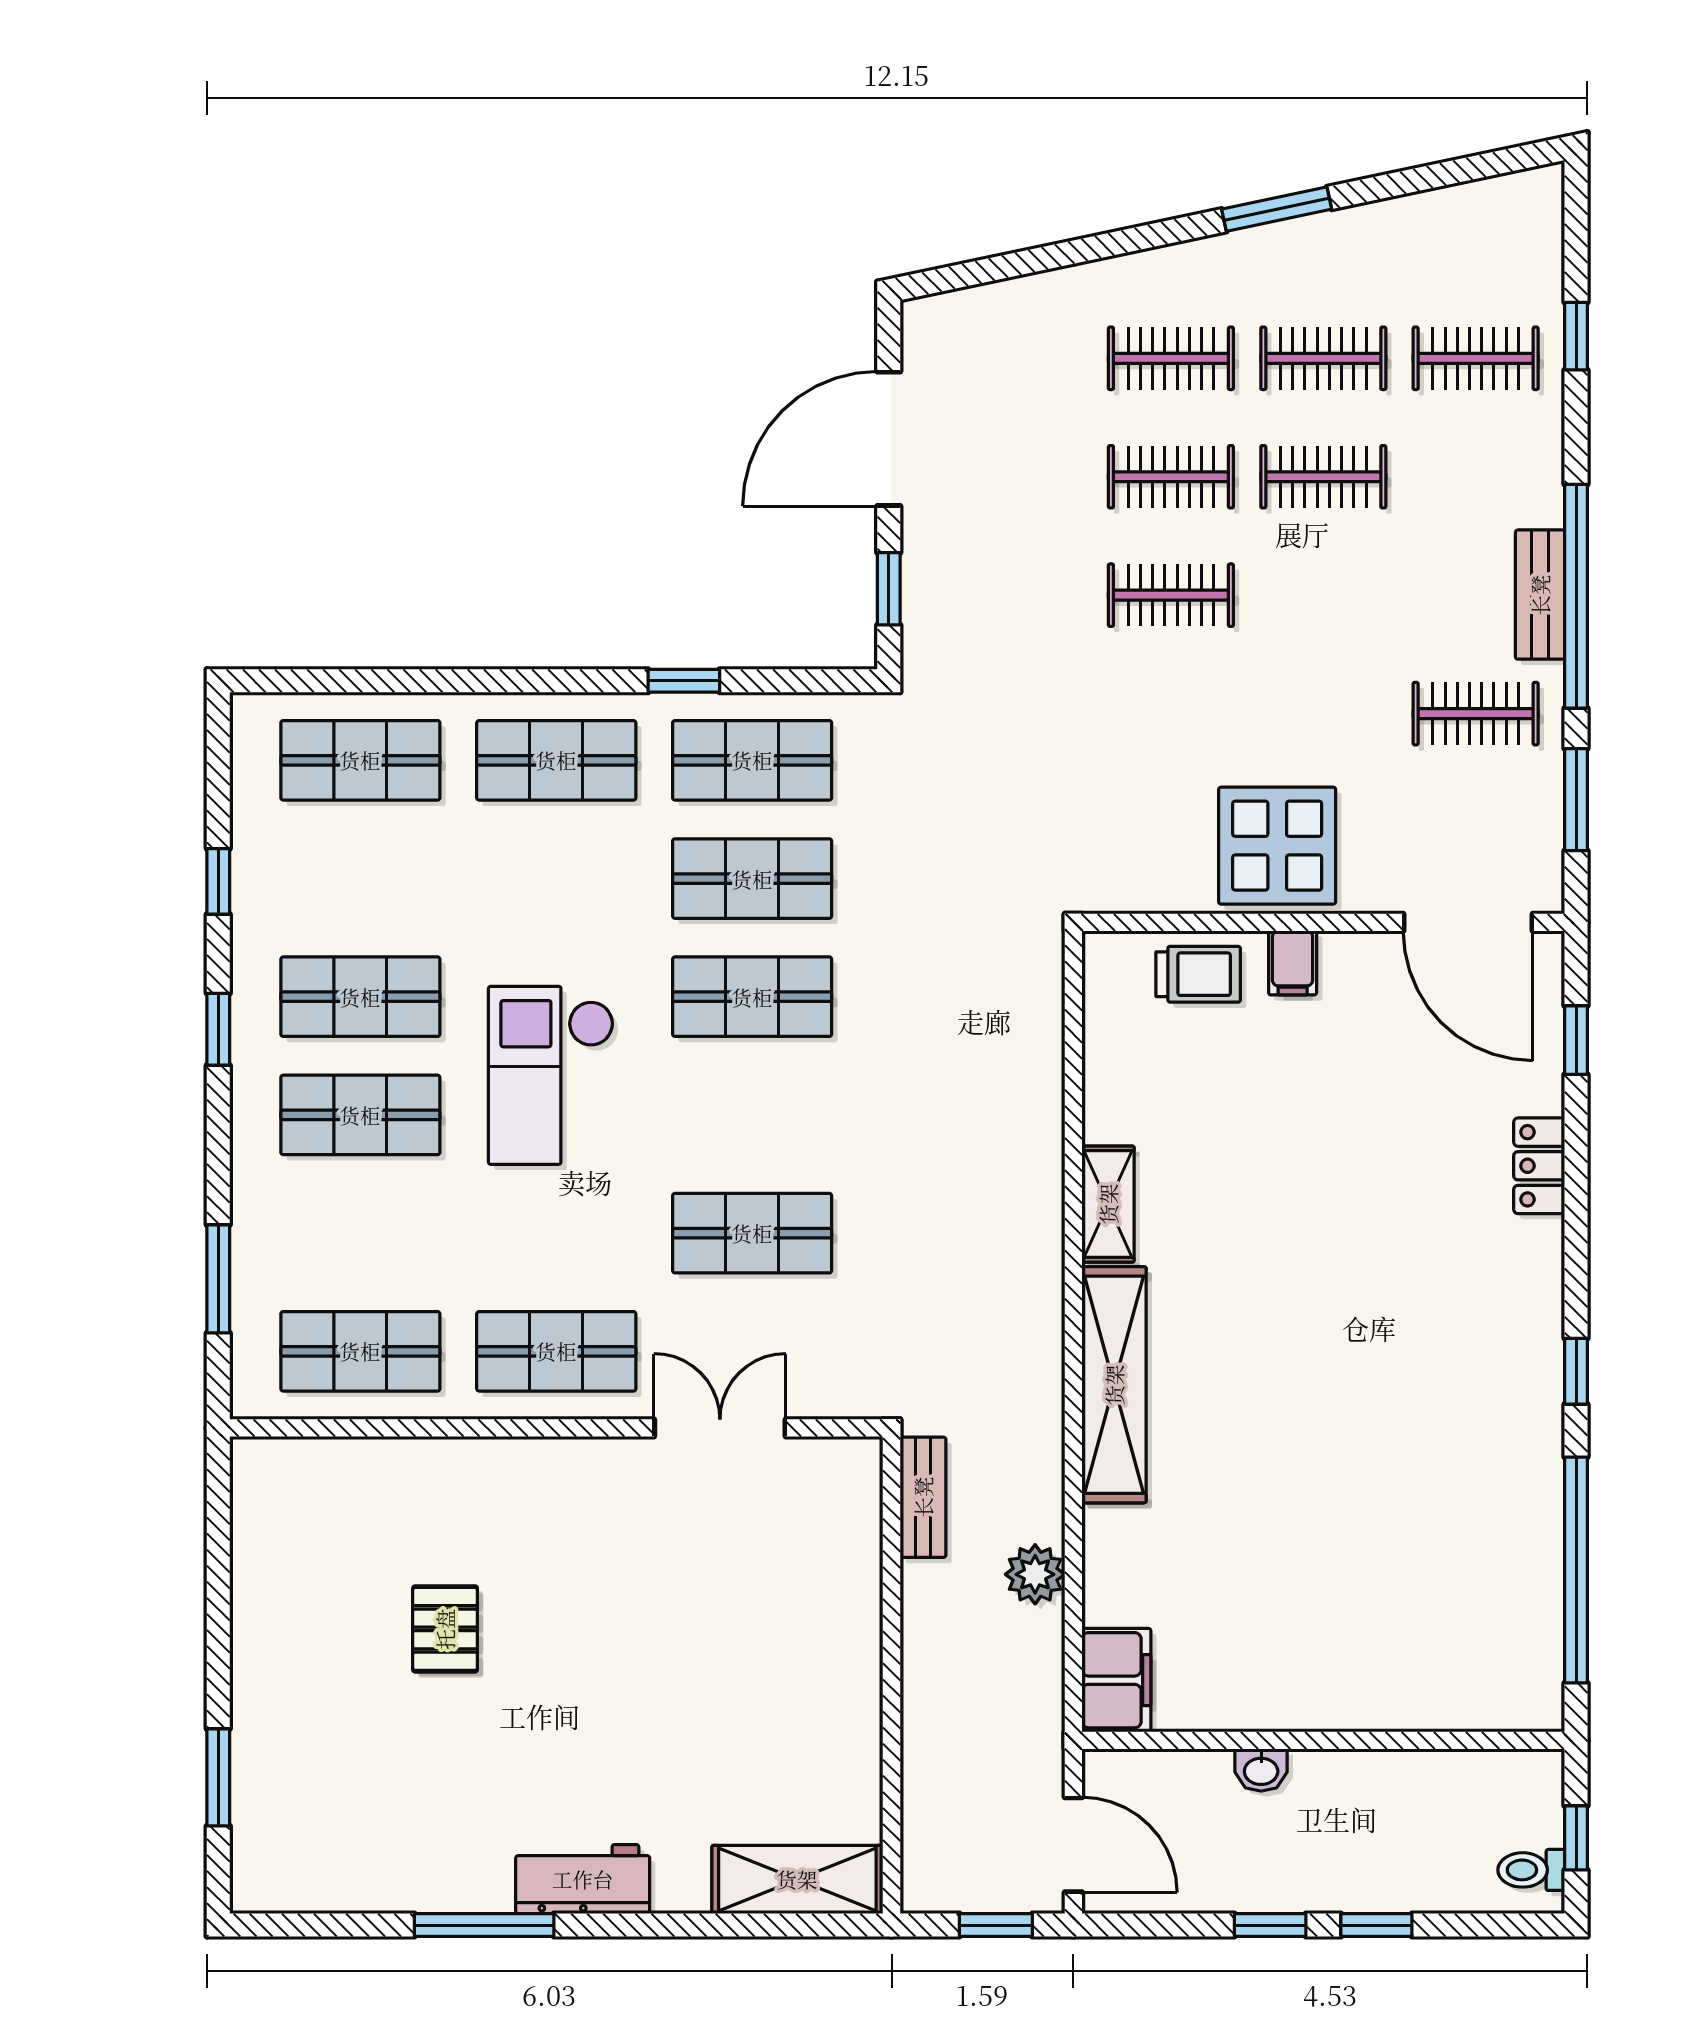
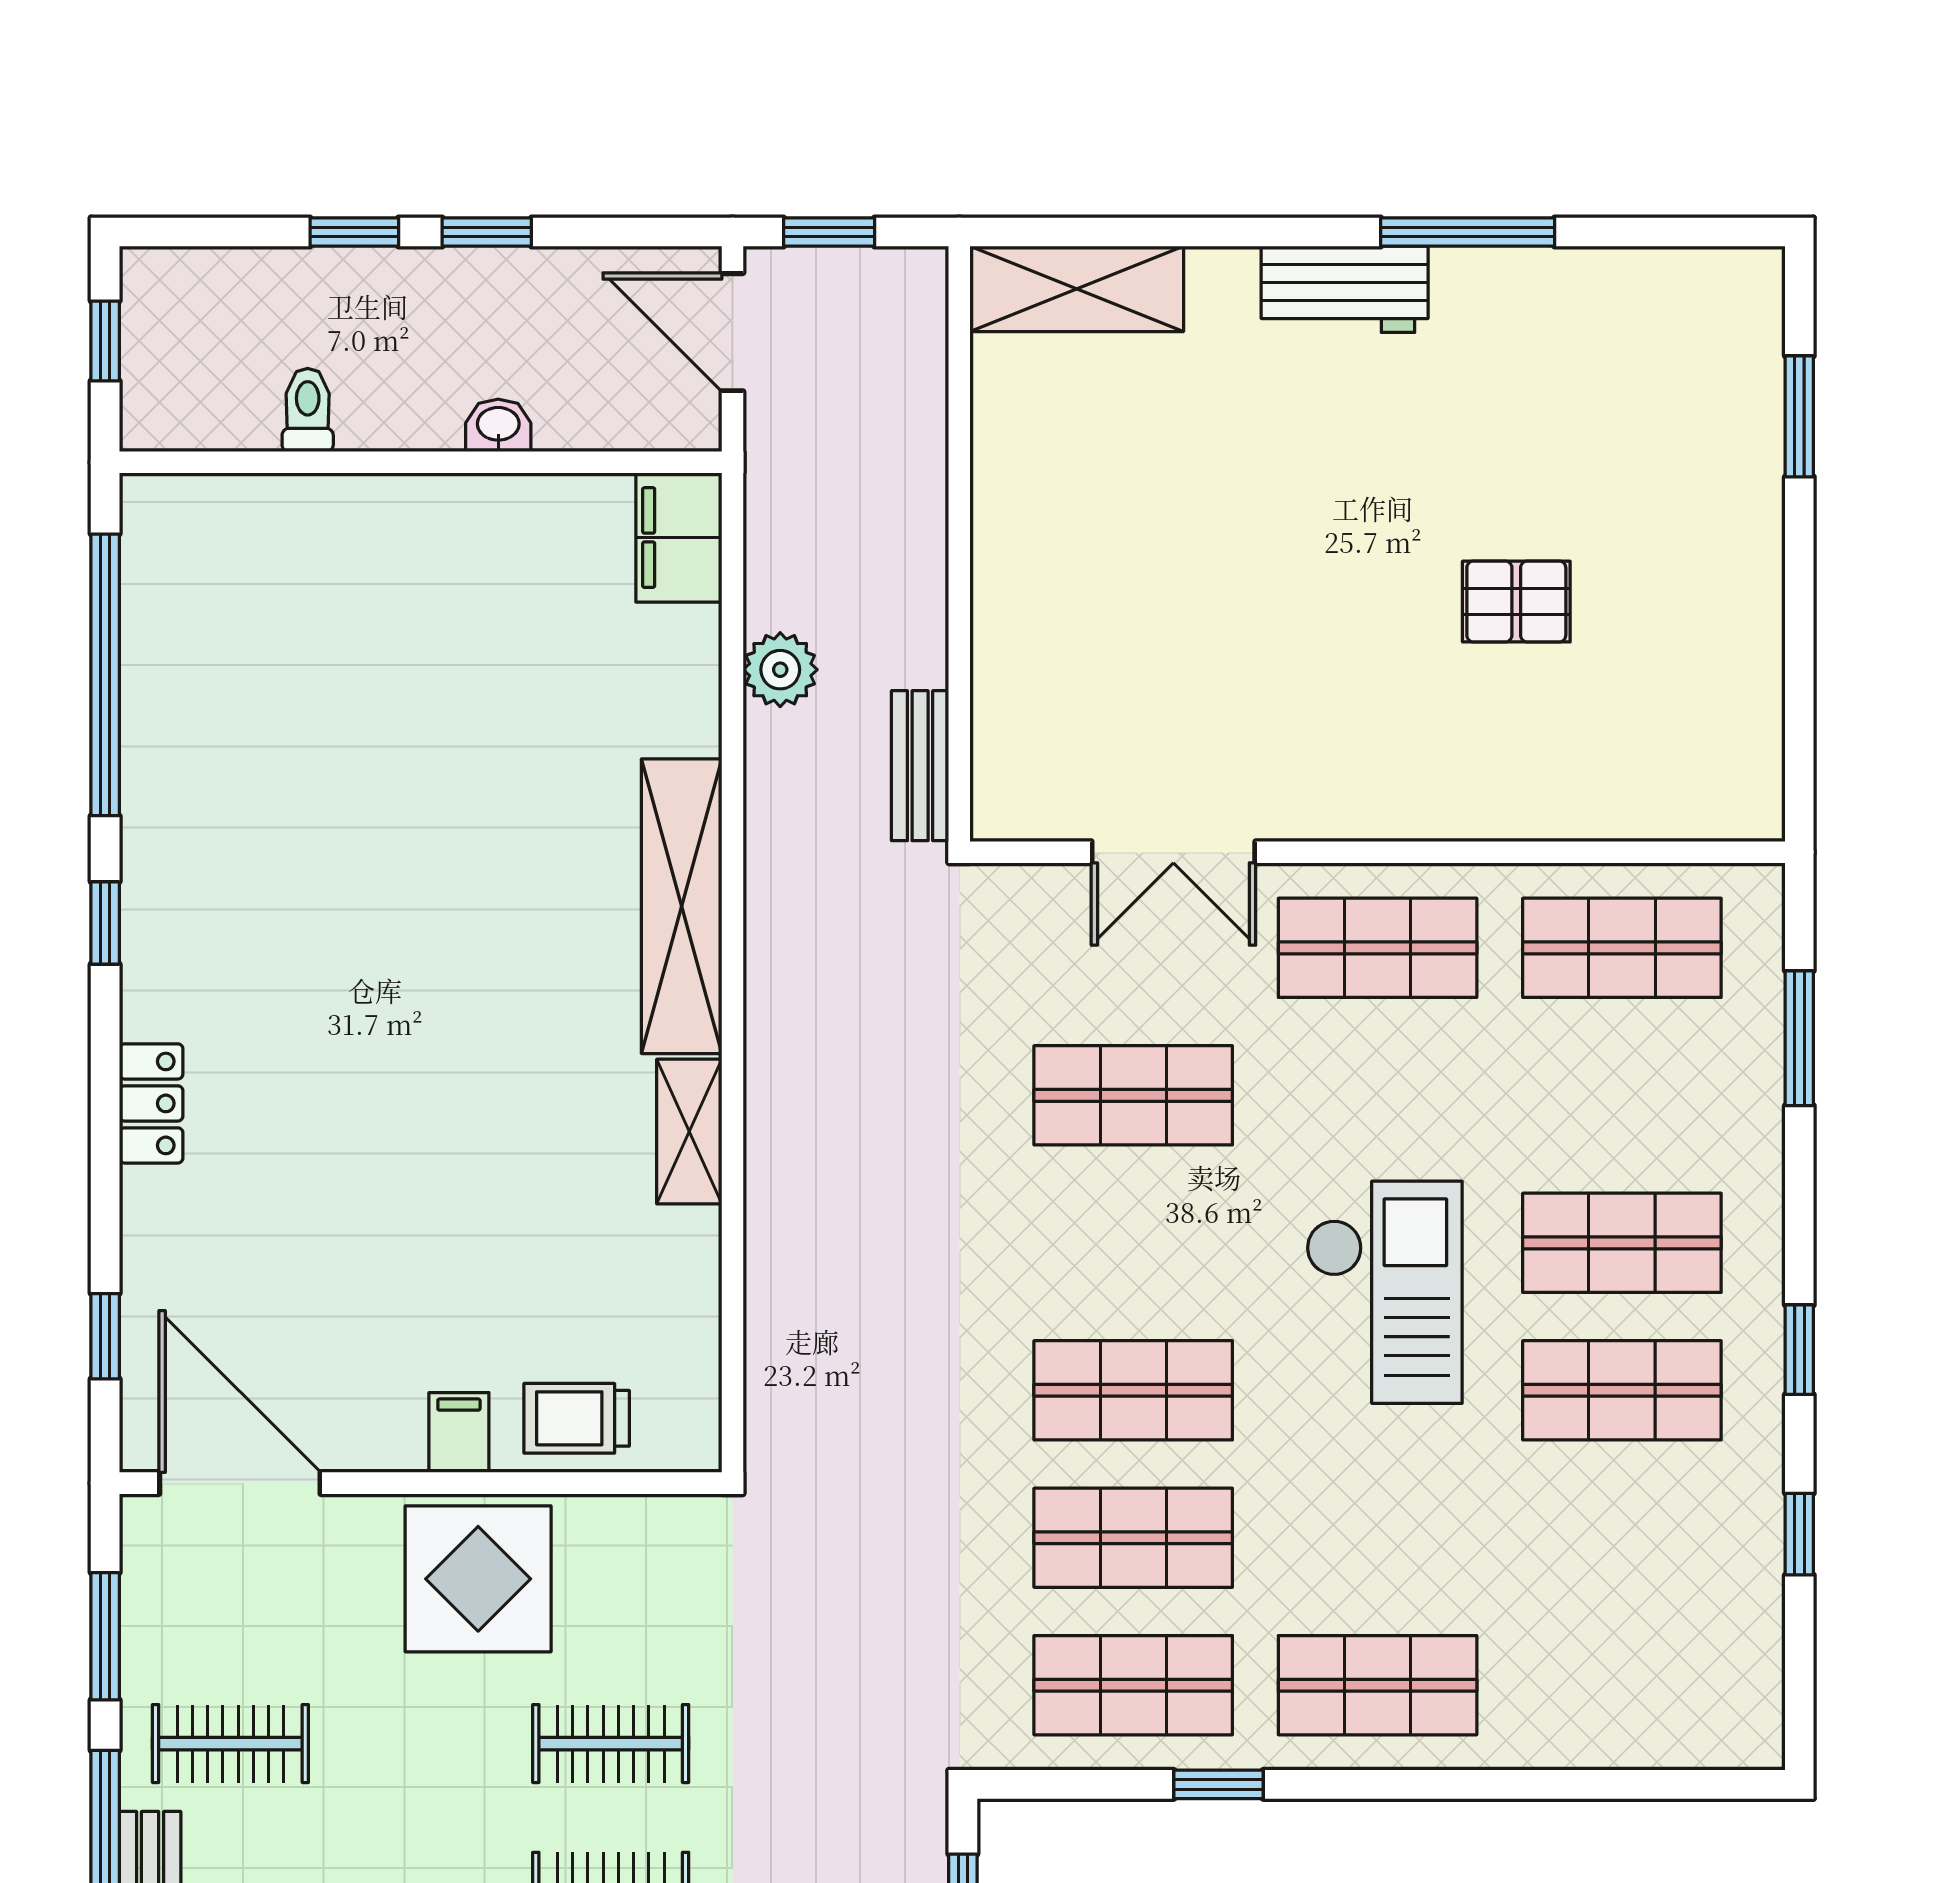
clothes rail: (1171, 714) -> (611, 1744), added
shop shelf: (360, 760) -> (1622, 1685), removed
locker: (1539, 1166) -> (151, 1103), moved
pallet: (445, 1629) -> (1516, 602), turned 90
toilet: (1531, 1870) -> (308, 410), moved, turned -90

